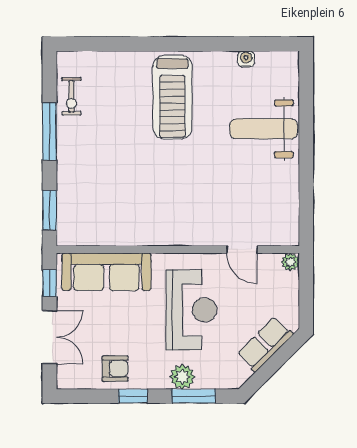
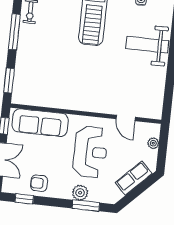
plant: (290, 262) -> (153, 143), moved
armchair: (115, 369) -> (39, 183), turned 180
window: (133, 396) -> (24, 199), moved

